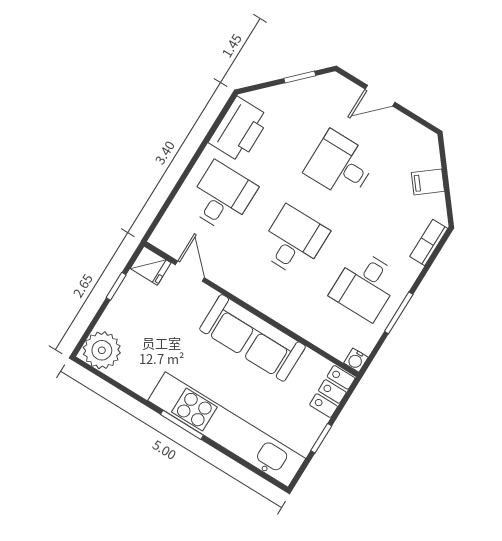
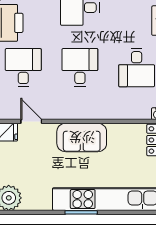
sofa: (252, 338) -> (82, 138), width x0.73

